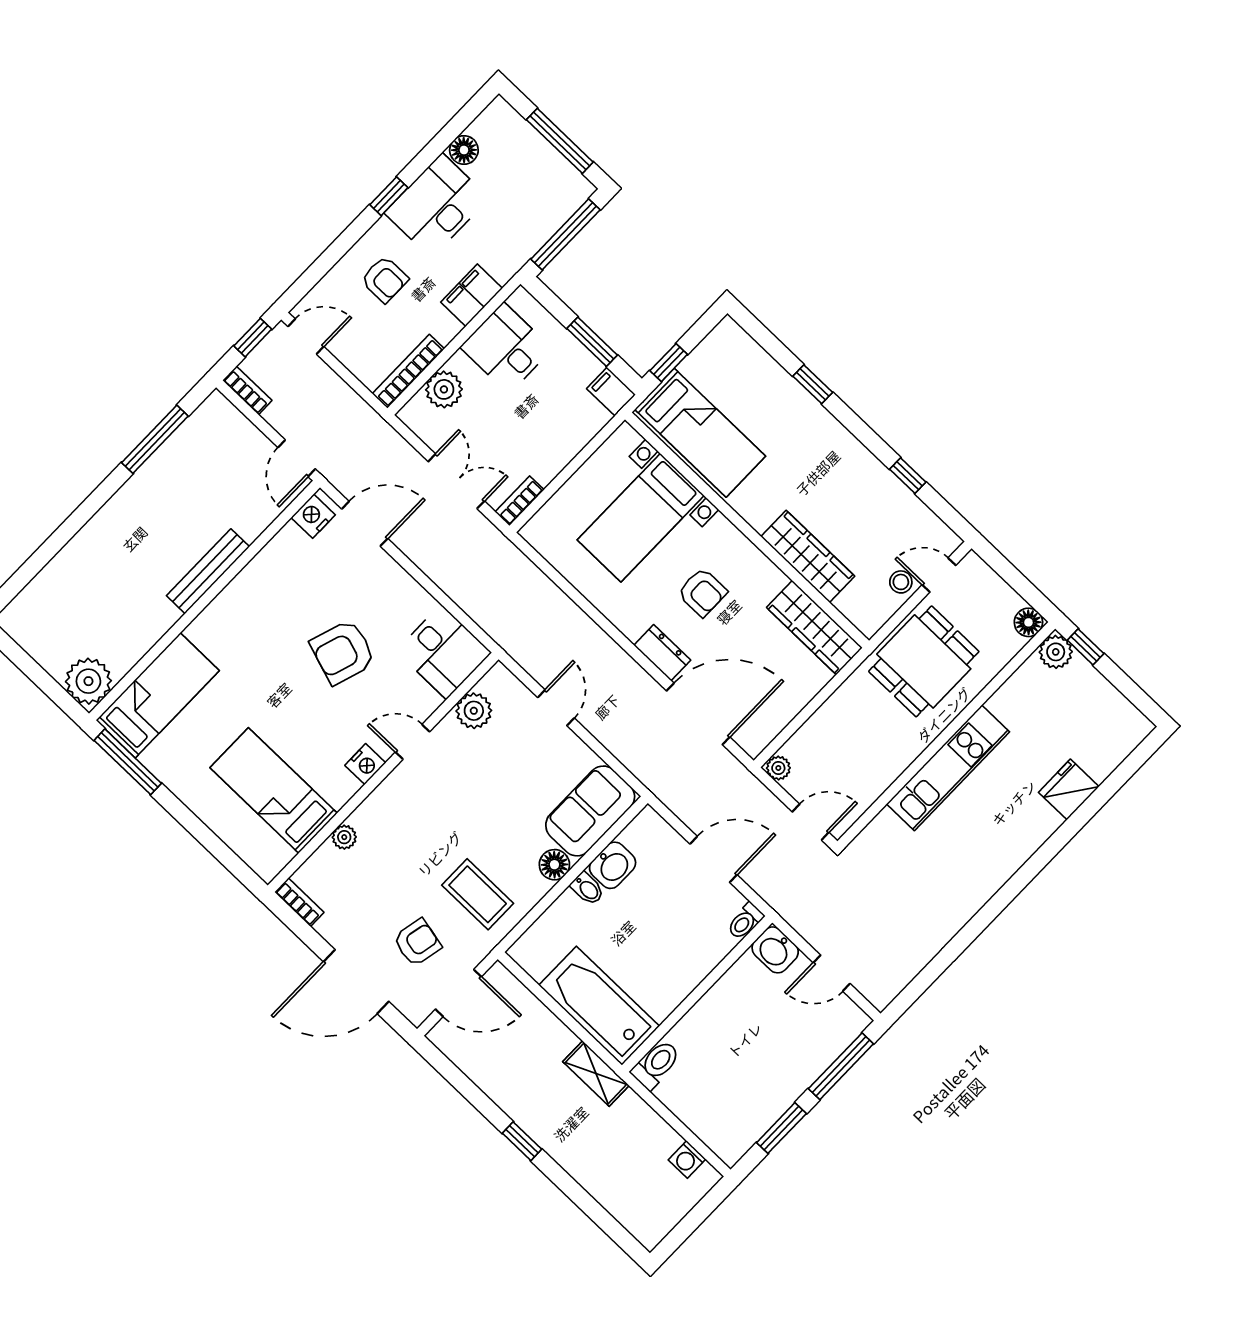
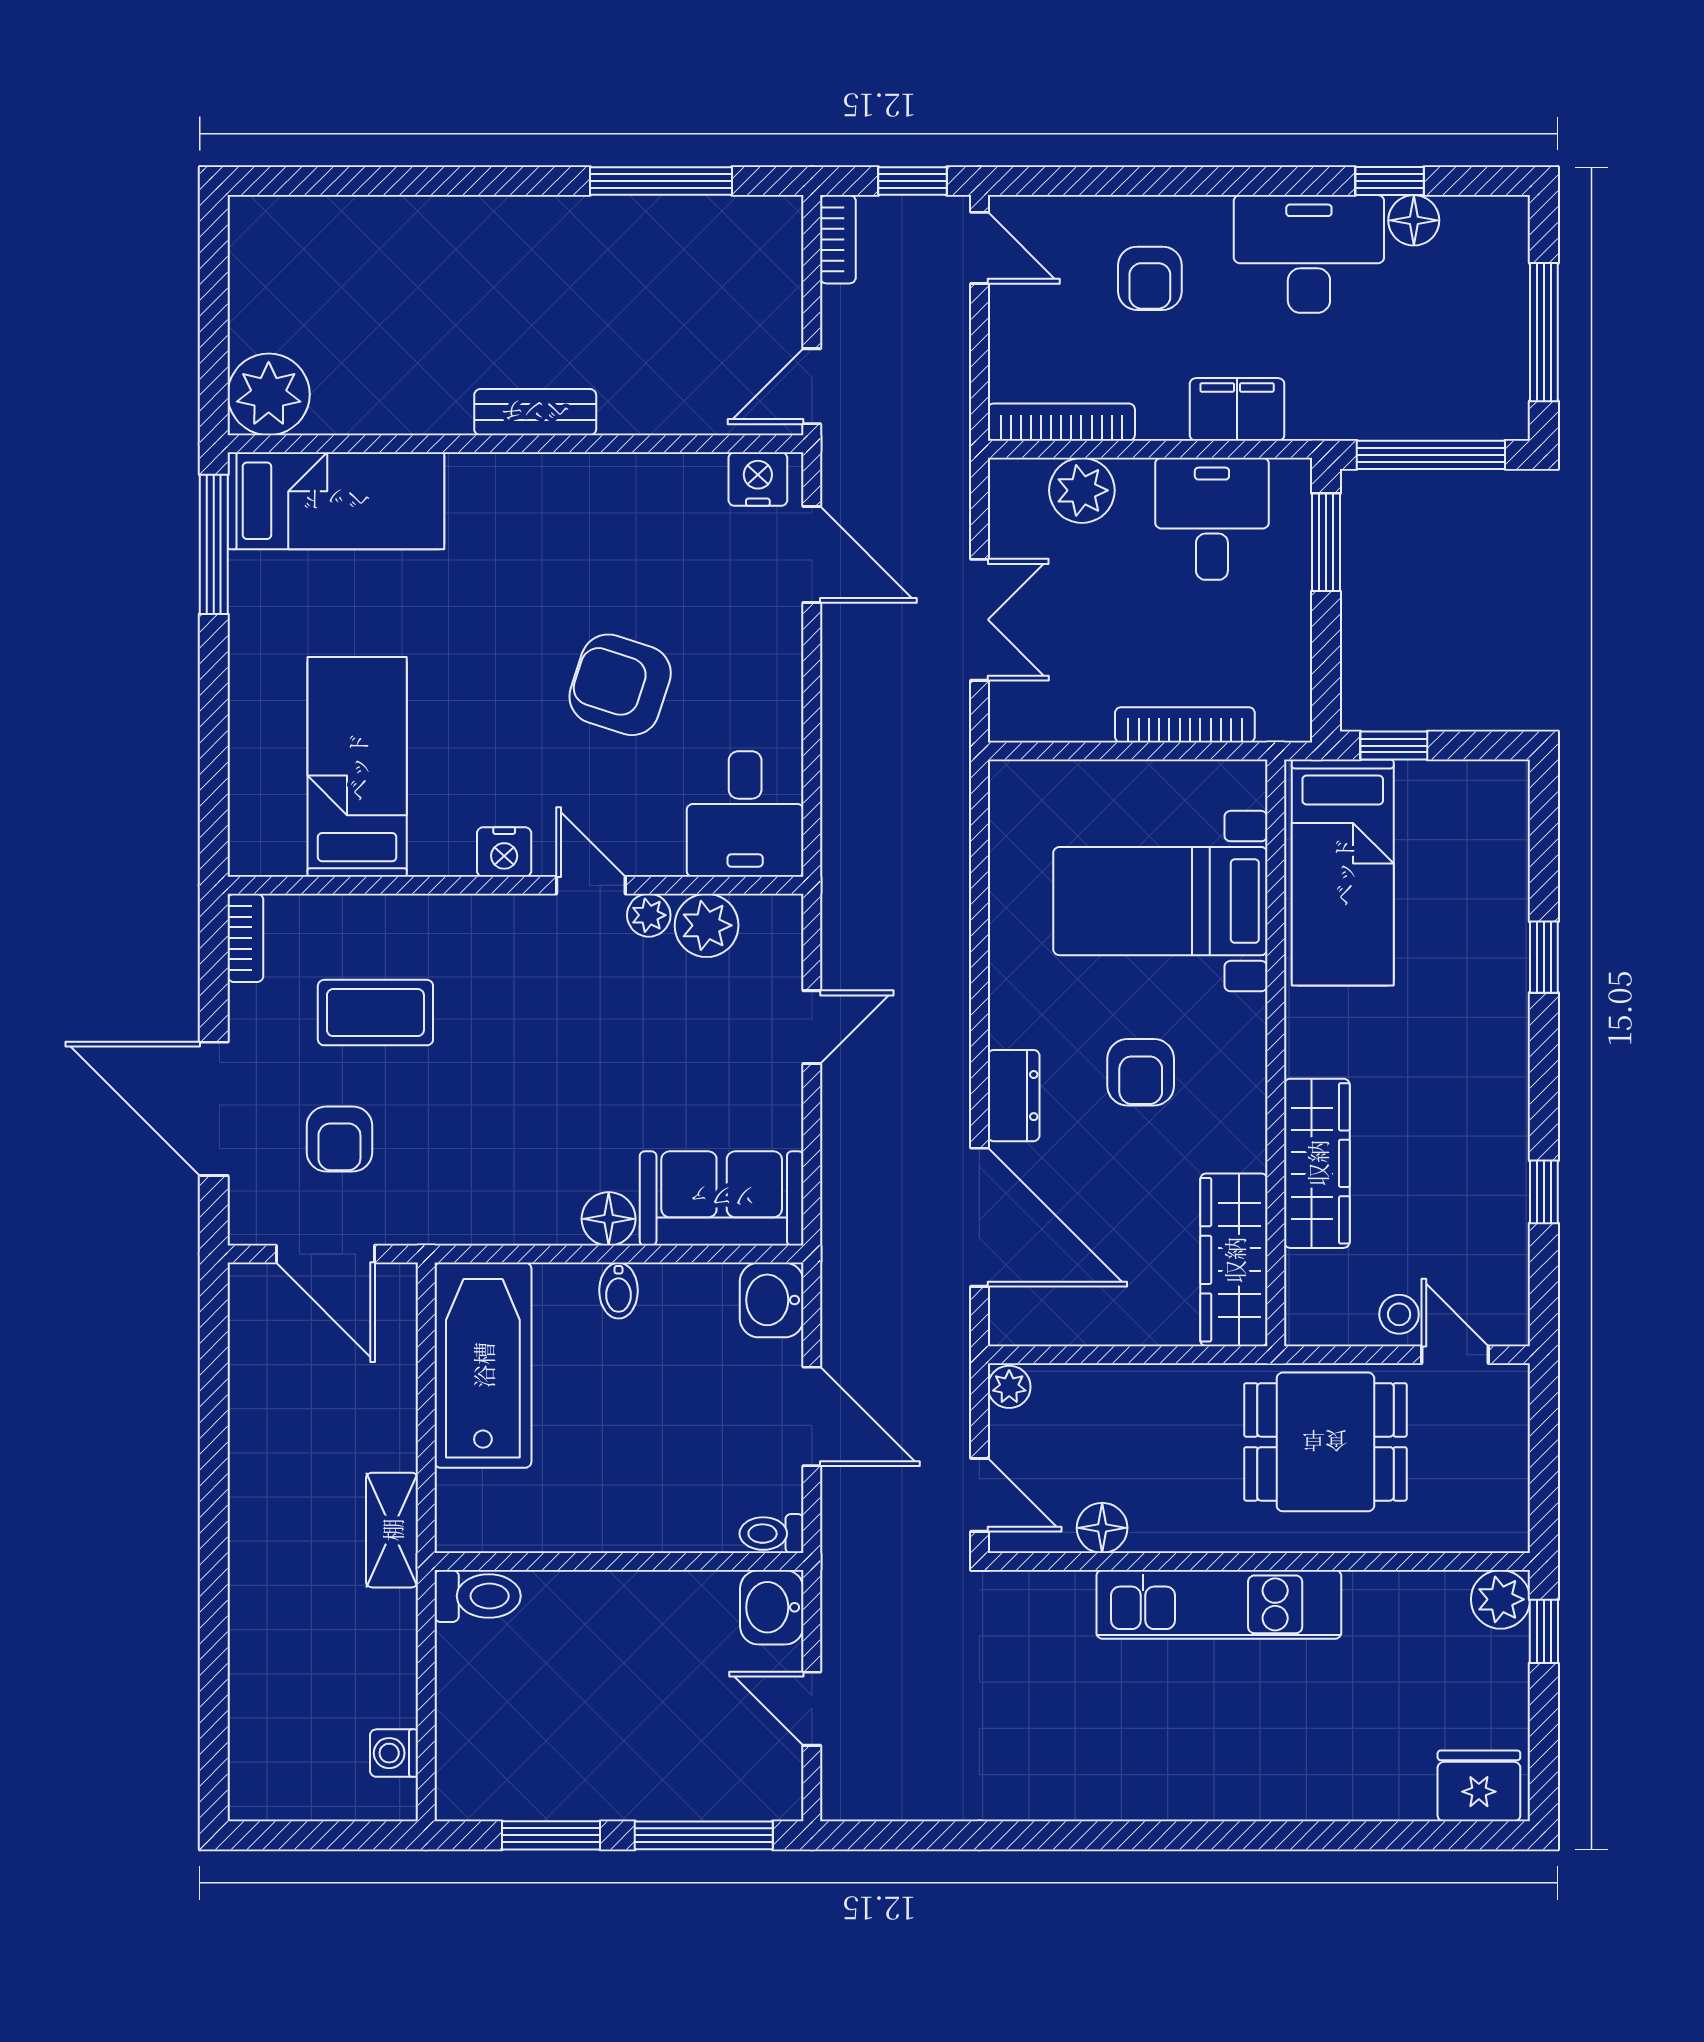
window: (389, 196) -> (1390, 181), moved
window: (592, 342) -> (1326, 542), moved
filing cabinet: (611, 392) -> (1286, 707), removed
bookcase: (520, 501) -> (1185, 725), moved, width x1.56
bench: (208, 571) -> (535, 412), width x0.73
floor lamp: (1028, 622) -> (1102, 1528), moved
fridge: (1069, 789) -> (1479, 1786), moved
plant: (344, 837) -> (649, 915), moved
washbasin: (613, 865) -> (772, 1300), moved, turned 90
coffee table: (478, 894) -> (375, 1013), moved, turned 90
armchair: (417, 942) -> (339, 1139), turned 78
bathtub: (599, 1006) -> (483, 1365), moved
window: (522, 1141) -> (214, 1519), removed

